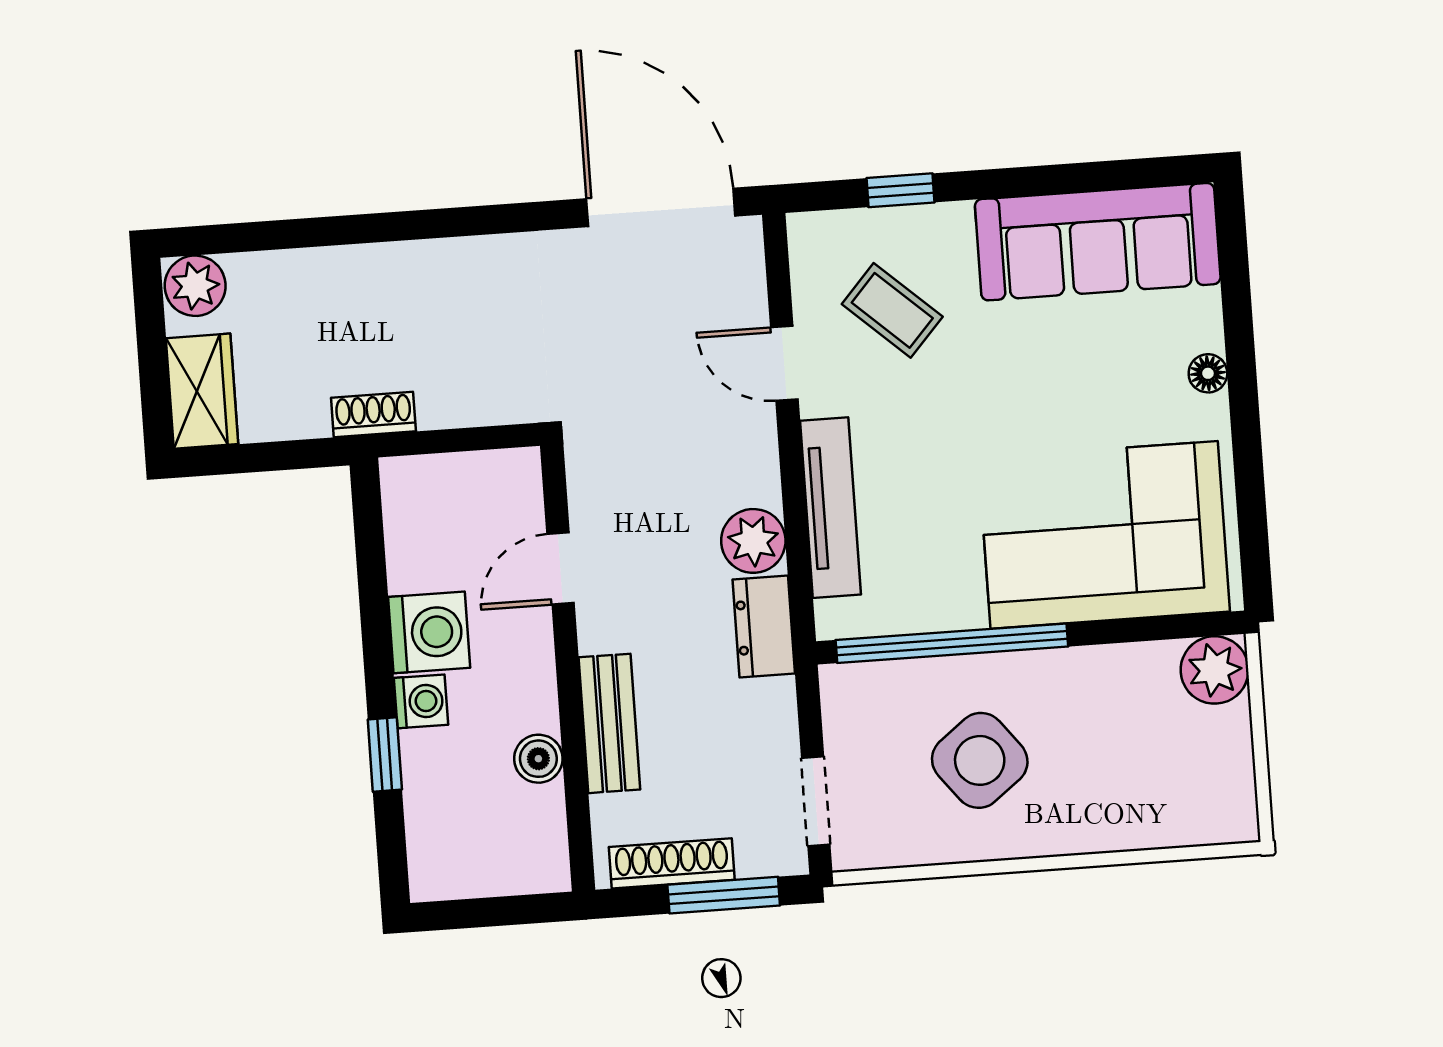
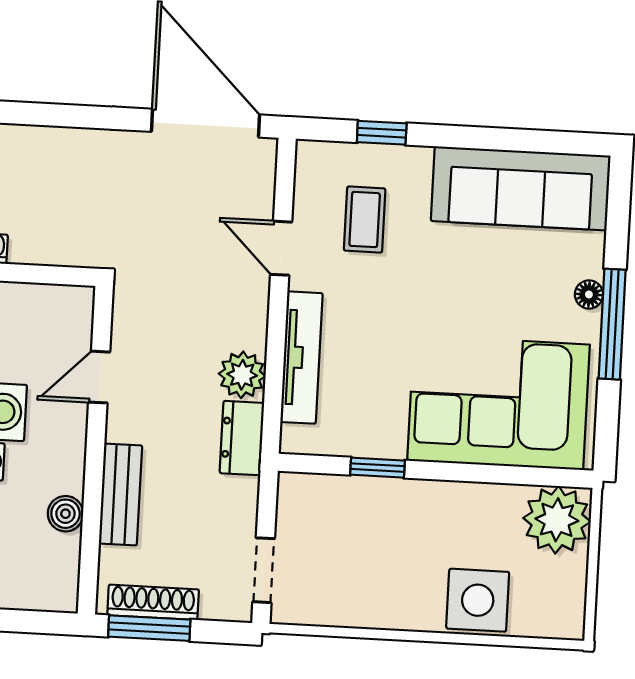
coffee table: (892, 310) -> (365, 220), turned 48
window: (1244, 409) -> (612, 324), added
window: (952, 643) -> (378, 468), width x0.32
plant: (1215, 670) -> (557, 520), width x1.36, depth x1.36
side table: (980, 760) -> (478, 600), moved, turned 38
window: (724, 895) -> (149, 628), moved

